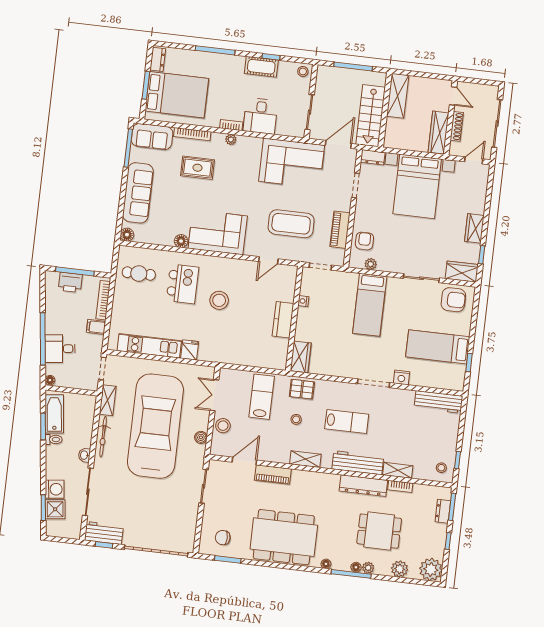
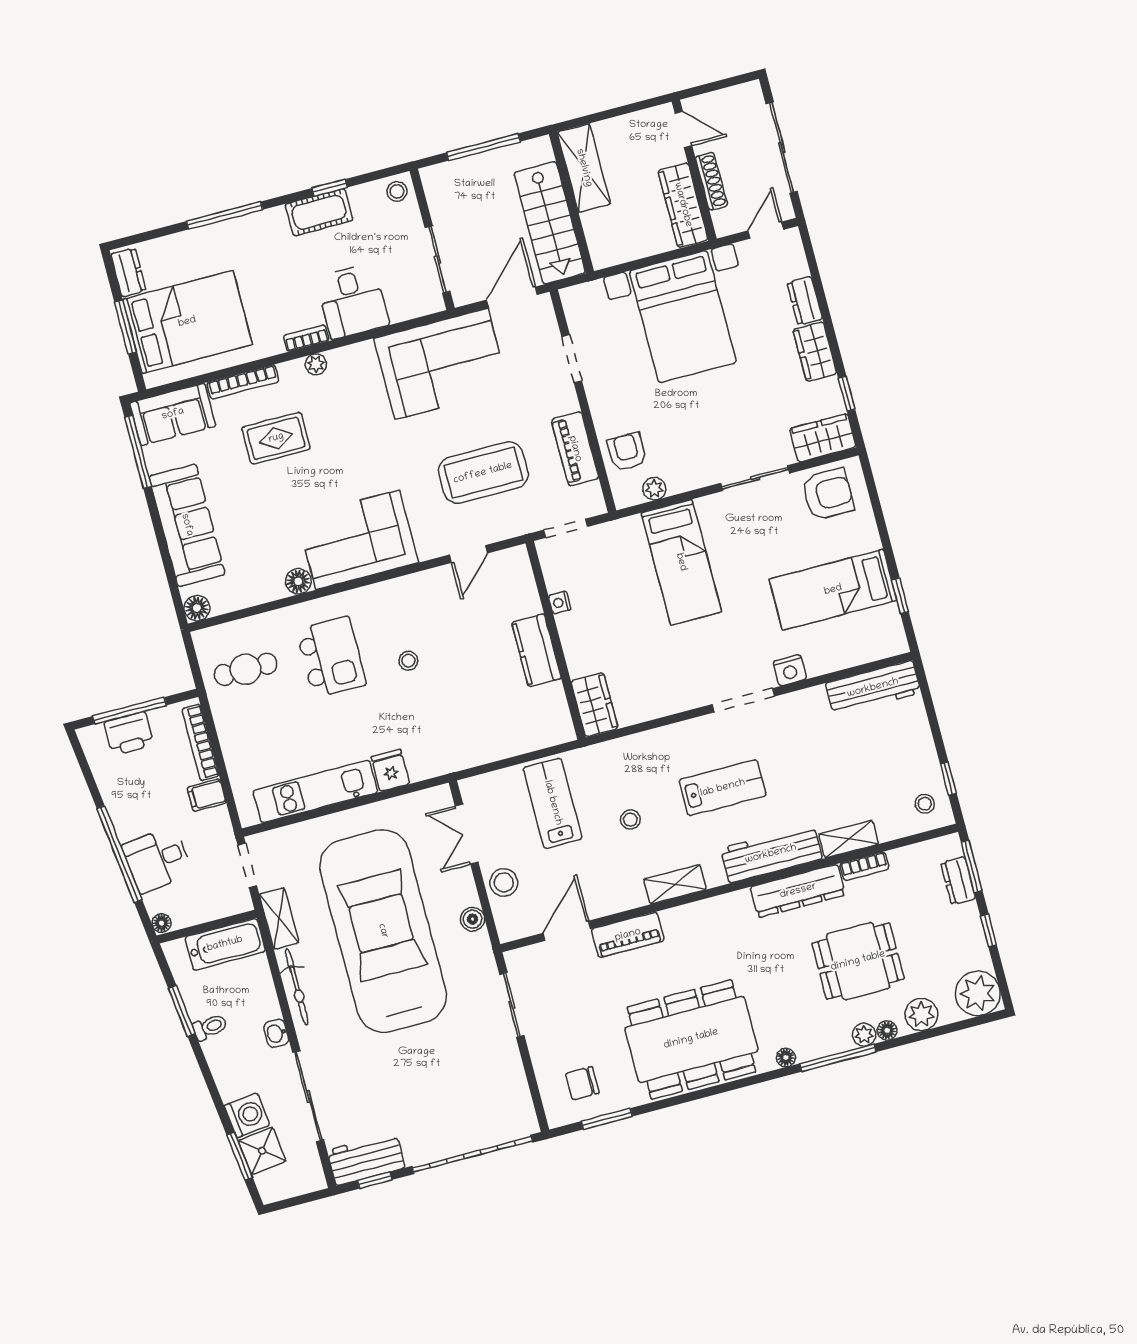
dresser: (373, 157) -> (805, 301), moved, turned 90
stool: (219, 300) -> (408, 661), width x0.53, depth x0.53
pallet: (302, 389) -> (619, 761), removed
bathtub: (54, 414) -> (225, 944), moved, turned 97
floor lamp: (356, 567) -> (887, 1030), moved

